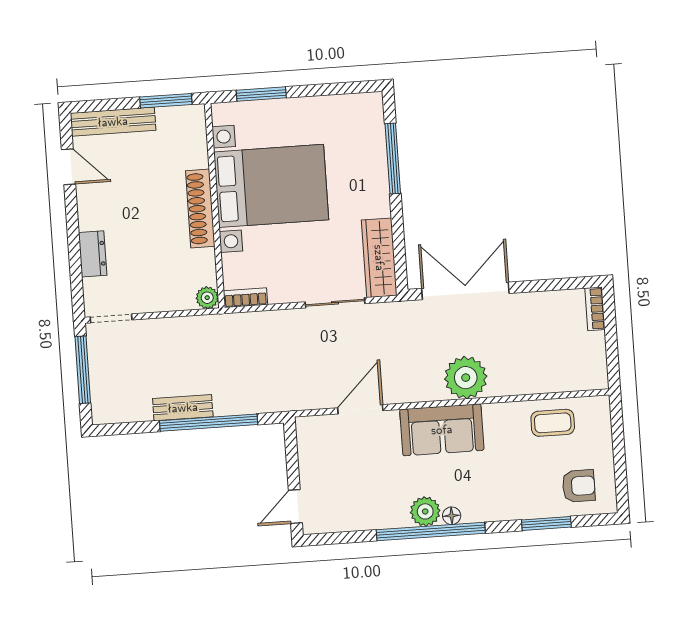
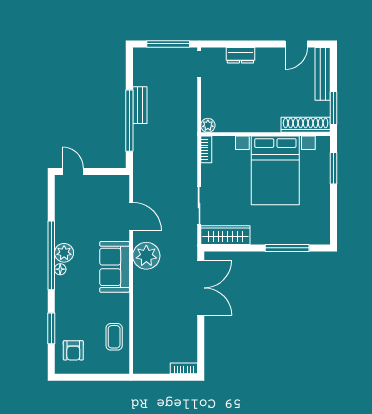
shoe rack: (200, 209) -> (306, 125), moved
plant: (466, 378) -> (146, 256), moved

